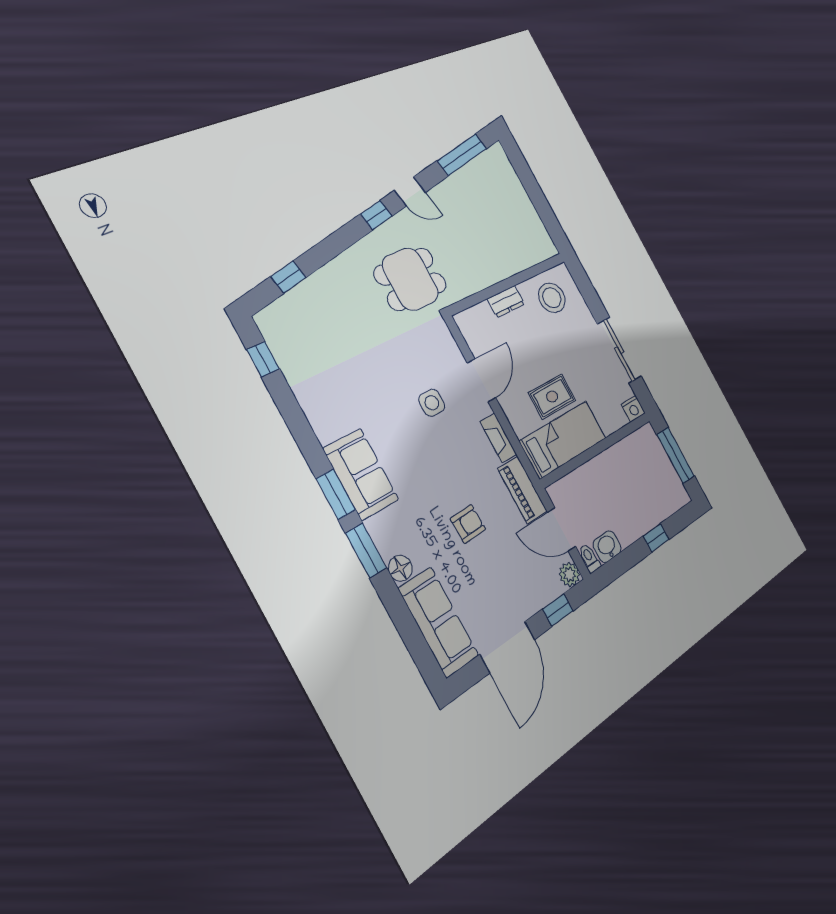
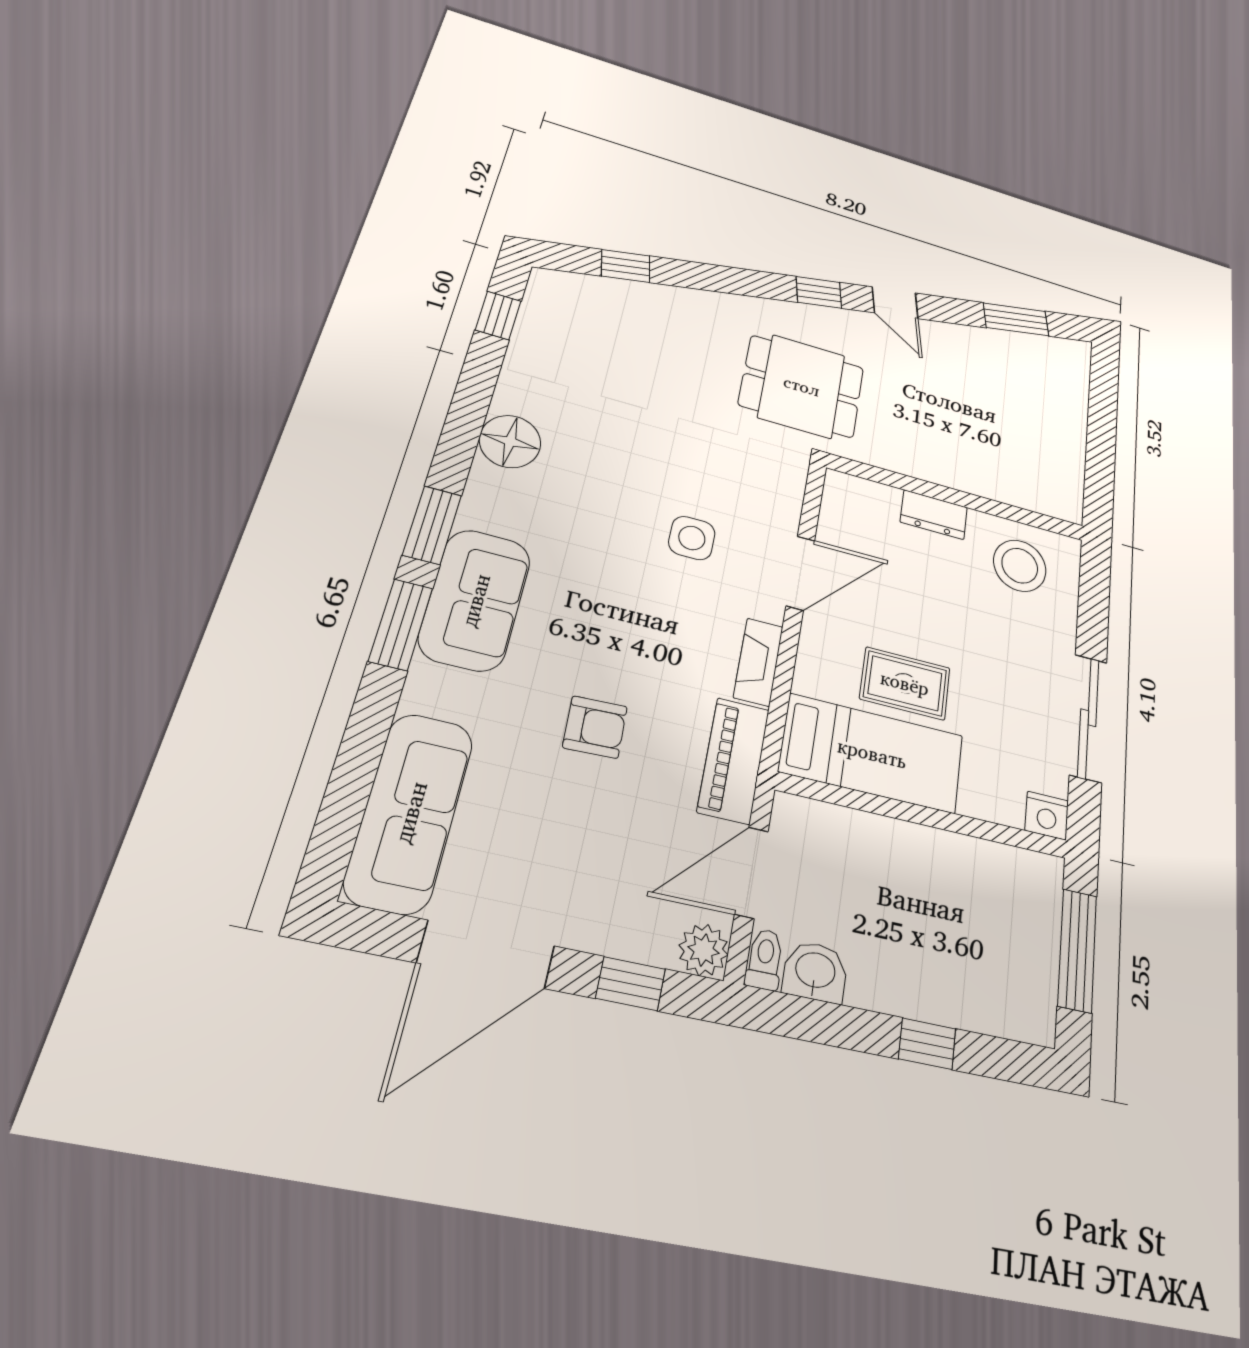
window: (462, 155) -> (1016, 319), width x0.69
sofa: (361, 474) -> (475, 600), moved
door: (562, 529) -> (752, 872), hinge flipped
floor lamp: (400, 568) -> (510, 441), moved, width x1.38, depth x1.38

